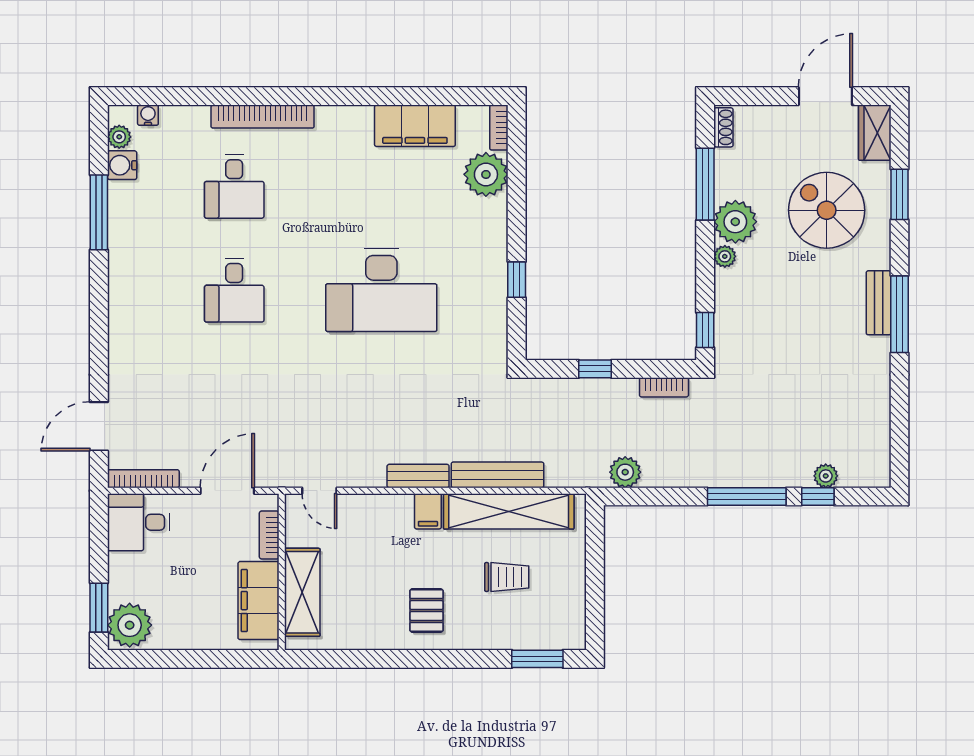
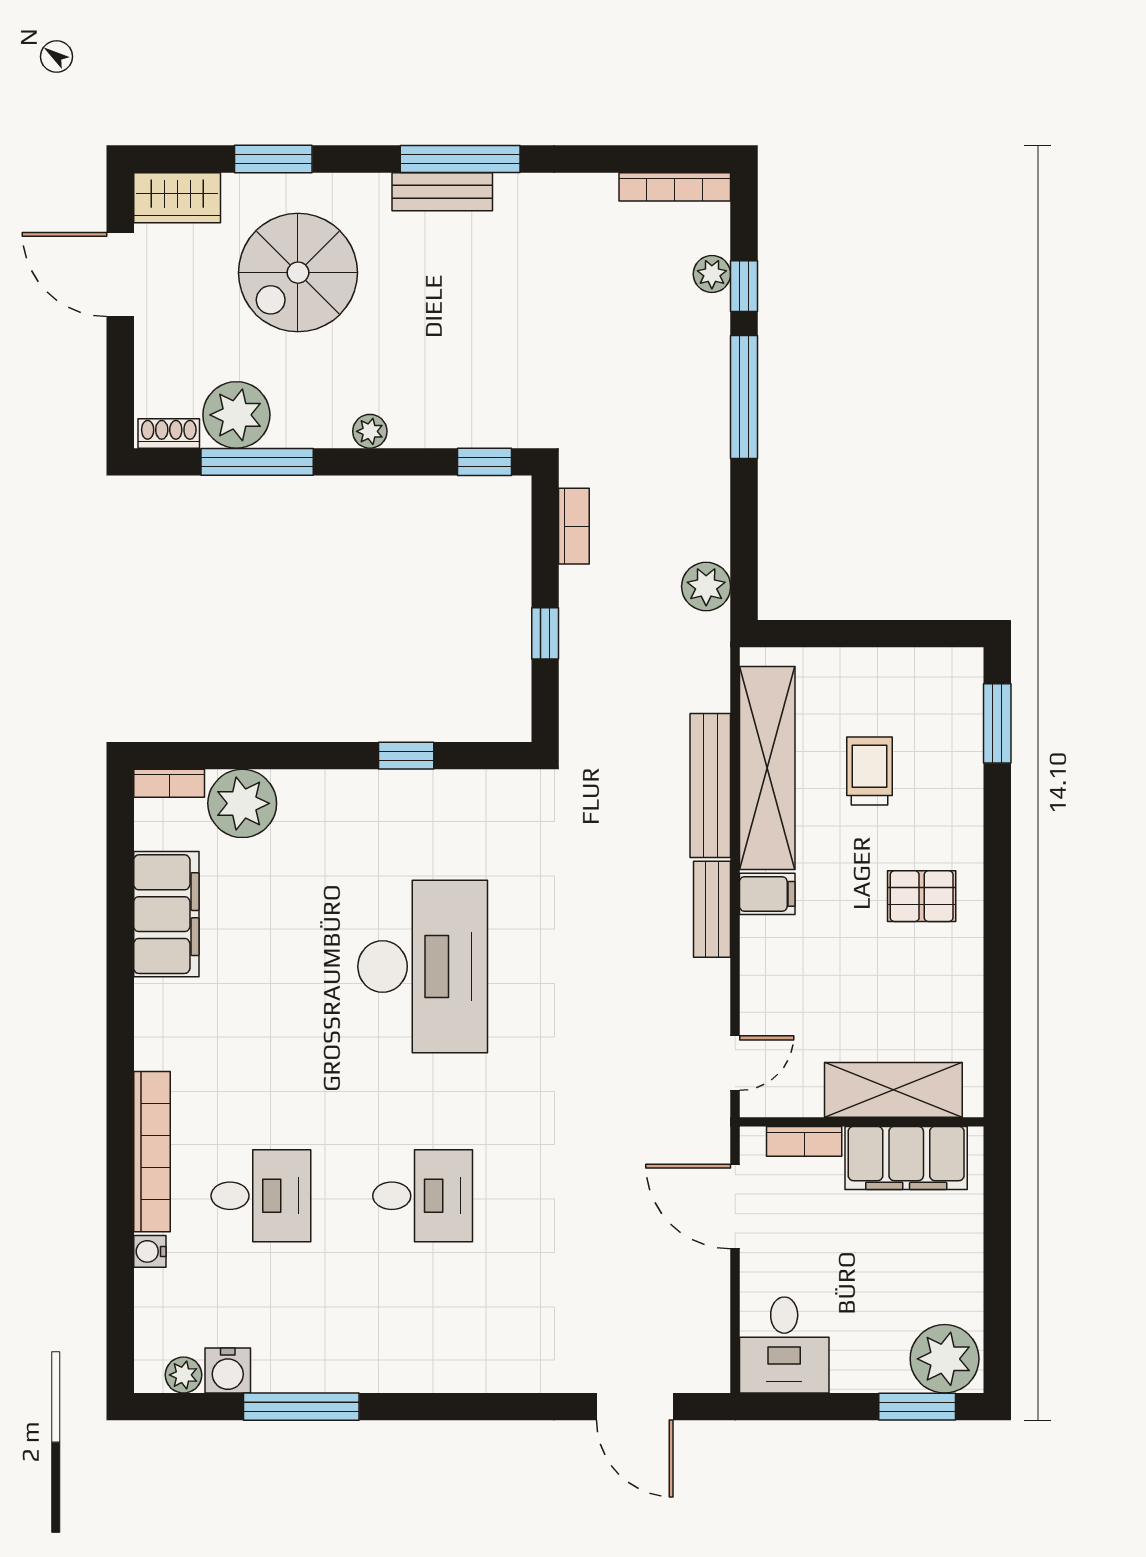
water cooler: (148, 115) -> (150, 1251), moved
plant: (735, 222) -> (236, 415), moved
bookcase: (143, 479) -> (675, 187), moved, turned -90

